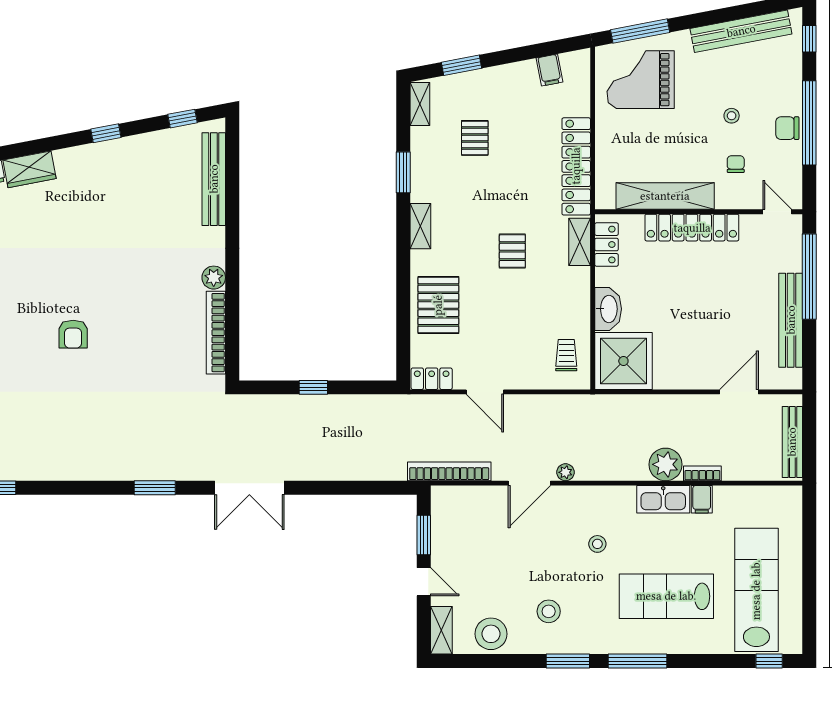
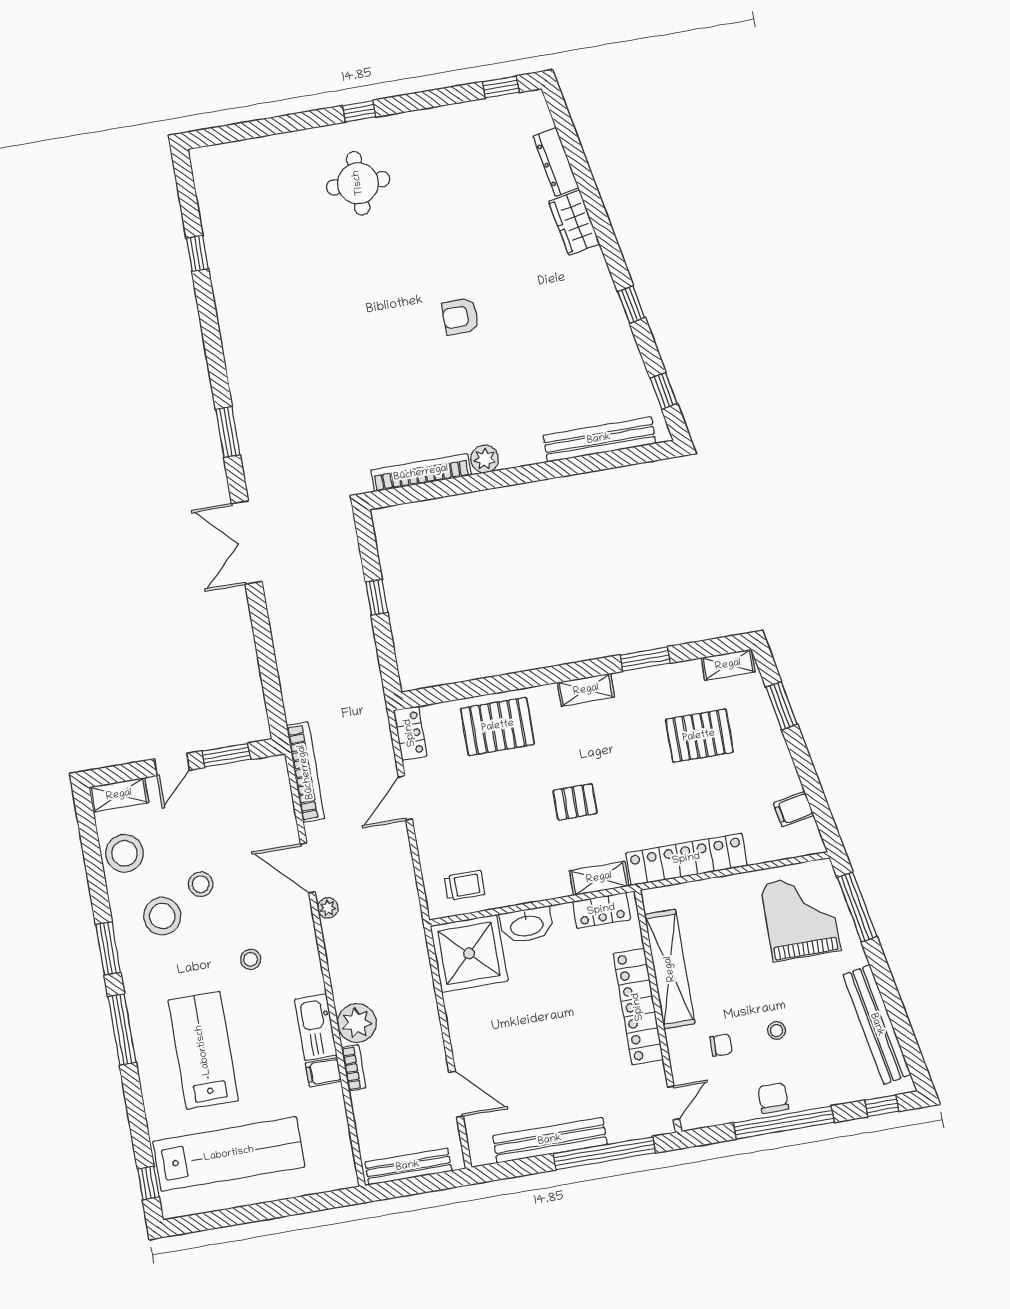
pallet: (475, 138) -> (699, 736), width x1.50, depth x1.42
armchair: (73, 334) -> (460, 317), moved
stool: (528, 575) -> (201, 884), added
stool: (549, 611) -> (162, 916), width x1.38, depth x1.38

